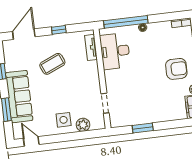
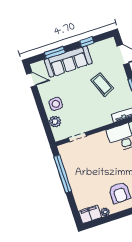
window: (143, 128) -> (63, 174), width x2.11
door: (31, 141) -> (31, 80), hinge flipped

